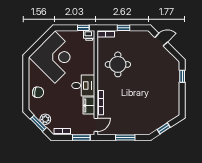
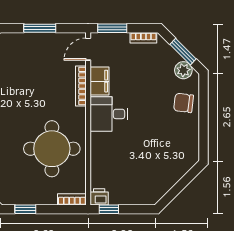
window: (124, 28) -> (25, 209), moved
corner desk: (55, 57) -> (156, 161), removed
round table: (118, 64) -> (52, 149), width x1.36, depth x1.36
plant: (45, 119) -> (183, 70), moved

